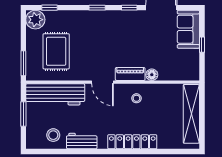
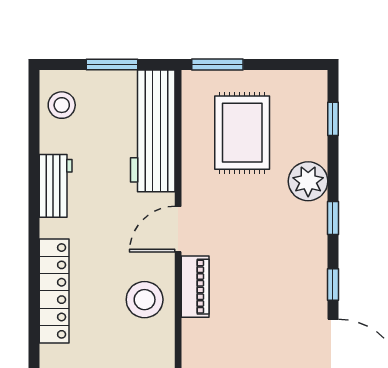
plant: (35, 20) -> (308, 181), moved
rug: (56, 51) -> (242, 133), turned 90
floor lamp: (152, 75) -> (194, 332), removed
stool: (136, 98) -> (145, 300), width x1.89, depth x1.89
stool: (53, 135) -> (62, 105), moved

